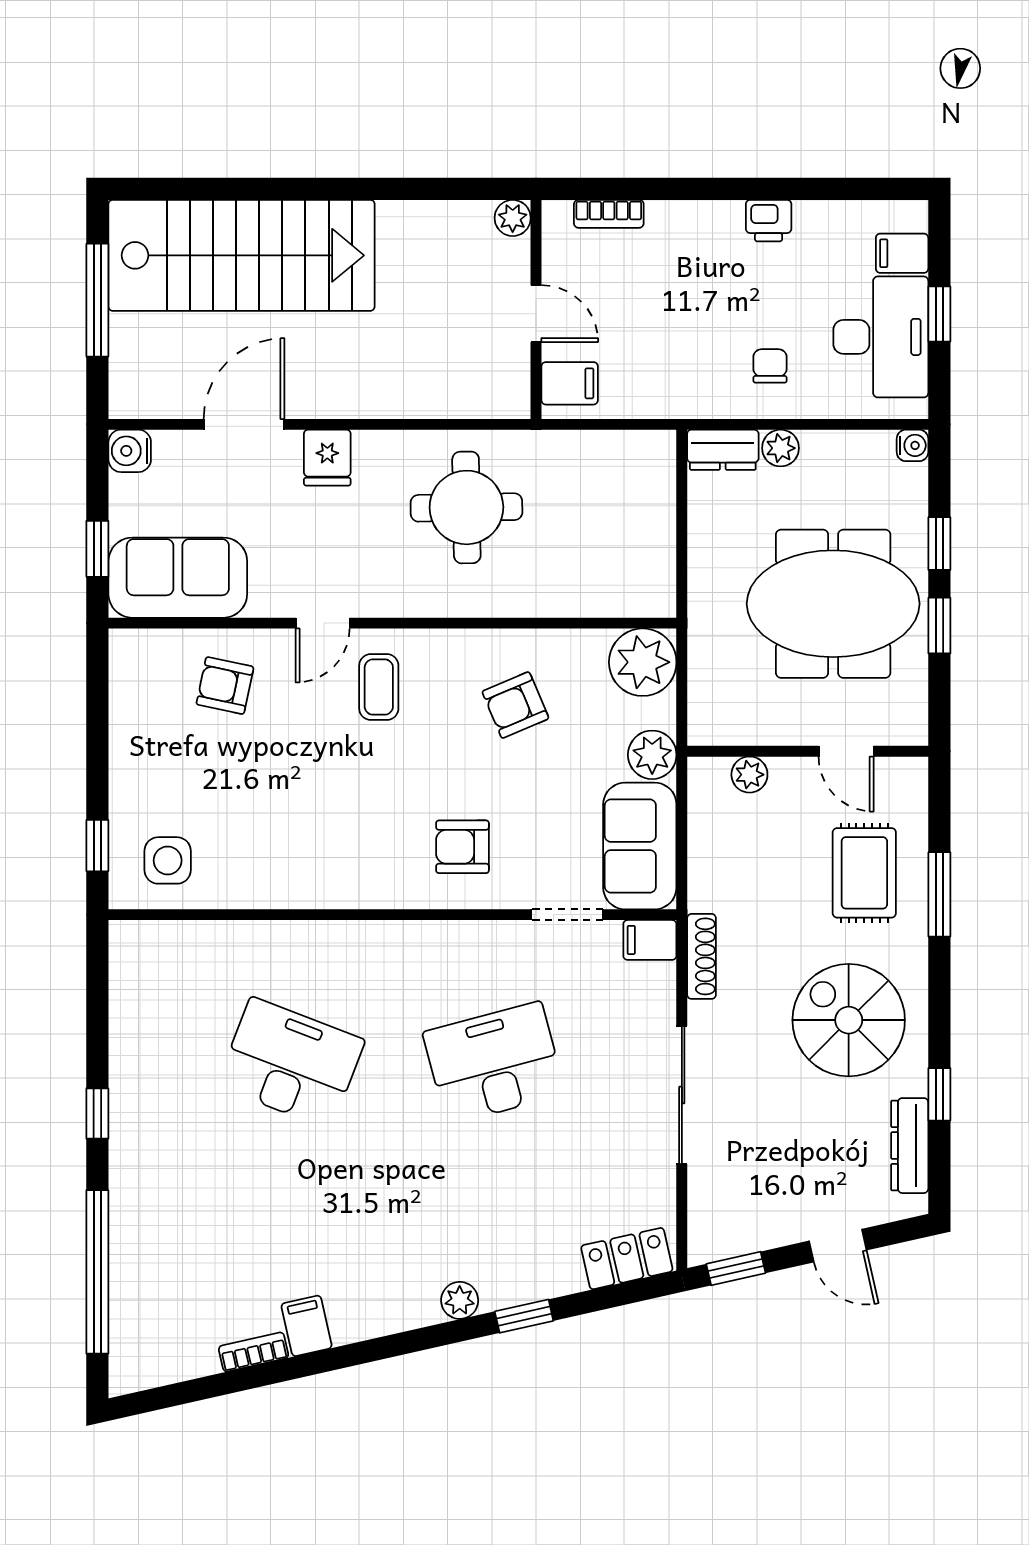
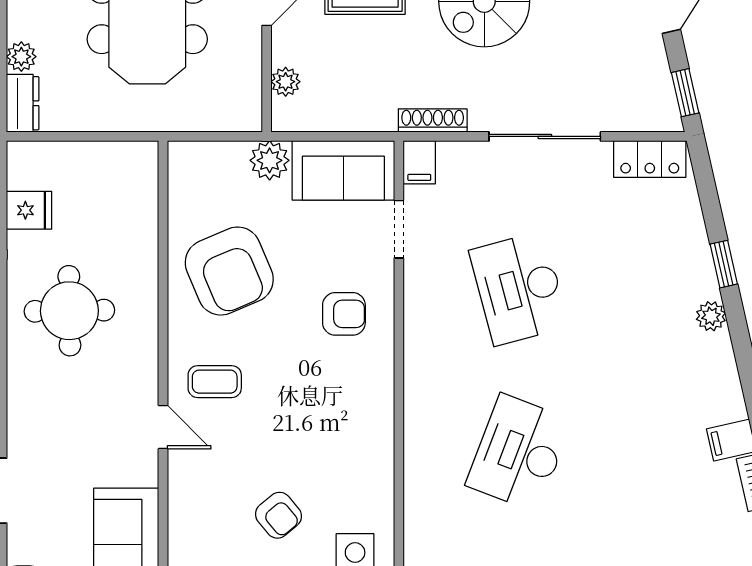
fridge: (327, 458) -> (29, 210), moved
plant: (643, 662) -> (195, 168), removed
armchair: (225, 686) -> (278, 515), moved, turned -52
armchair: (515, 705) -> (229, 271), width x1.88, depth x1.88
armchair: (462, 847) -> (344, 314), turned -90
locker: (627, 1259) -> (650, 159), moved, turned -77

